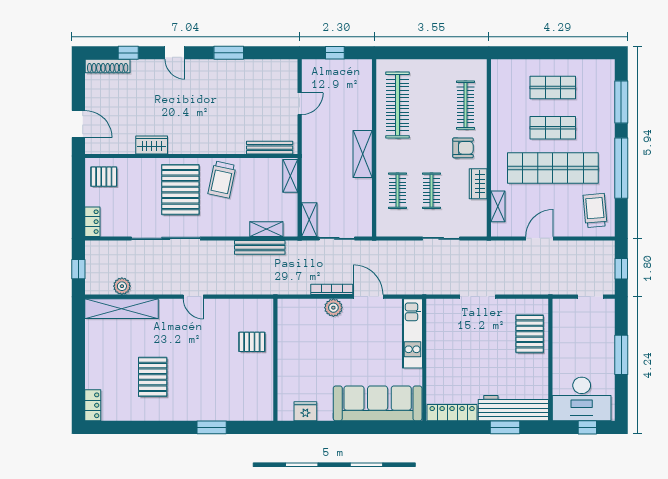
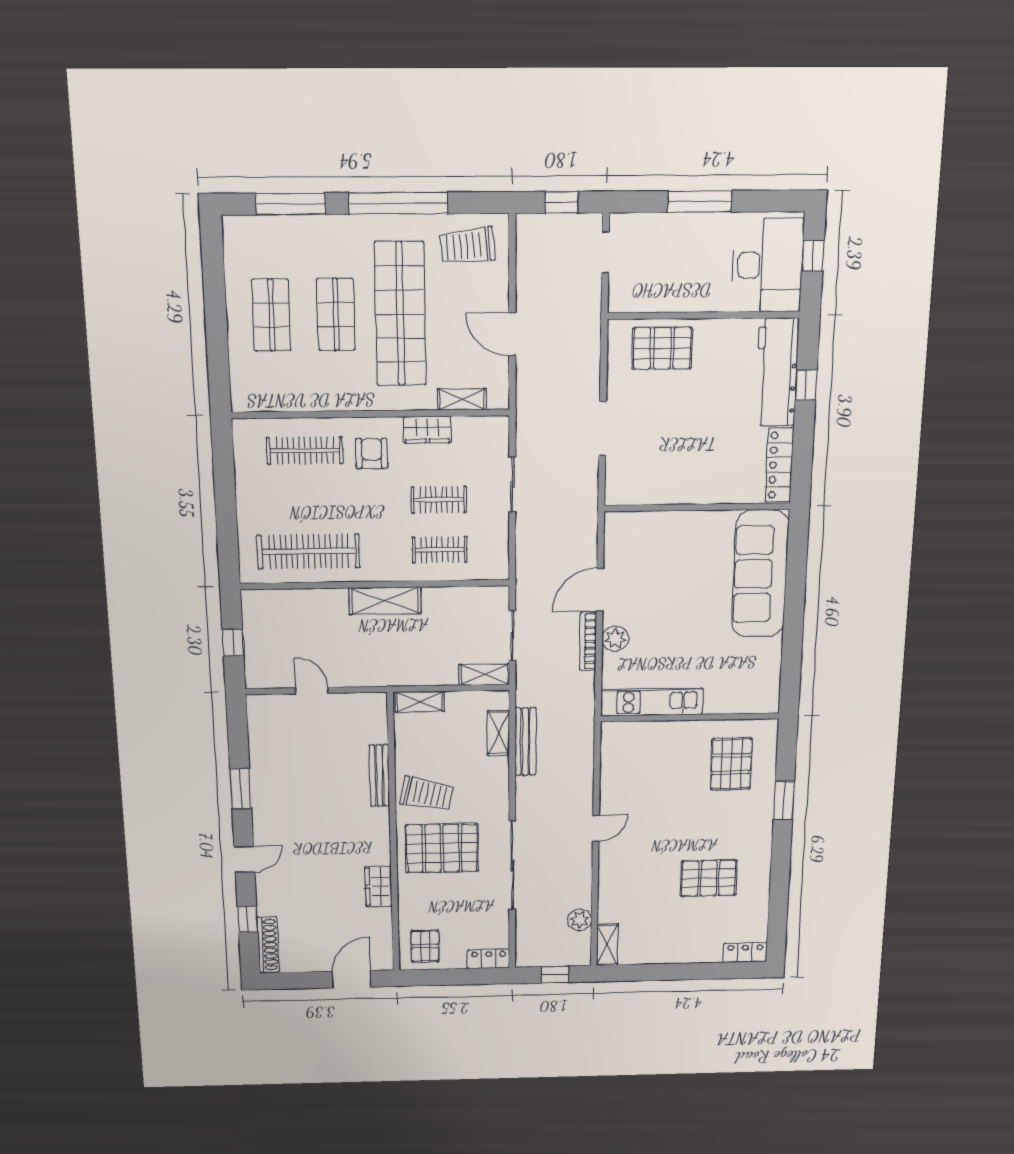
bench: (270, 148) -> (379, 776), moved
shelving: (122, 309) -> (607, 945), width x0.45, depth x0.75
kitchen unit: (413, 333) -> (652, 702), moved, turned 180
pallet: (252, 342) -> (731, 764), moved, width x1.50, depth x1.42
fridge: (305, 411) -> (767, 675), removed
window: (505, 427) -> (806, 385), width x0.67

